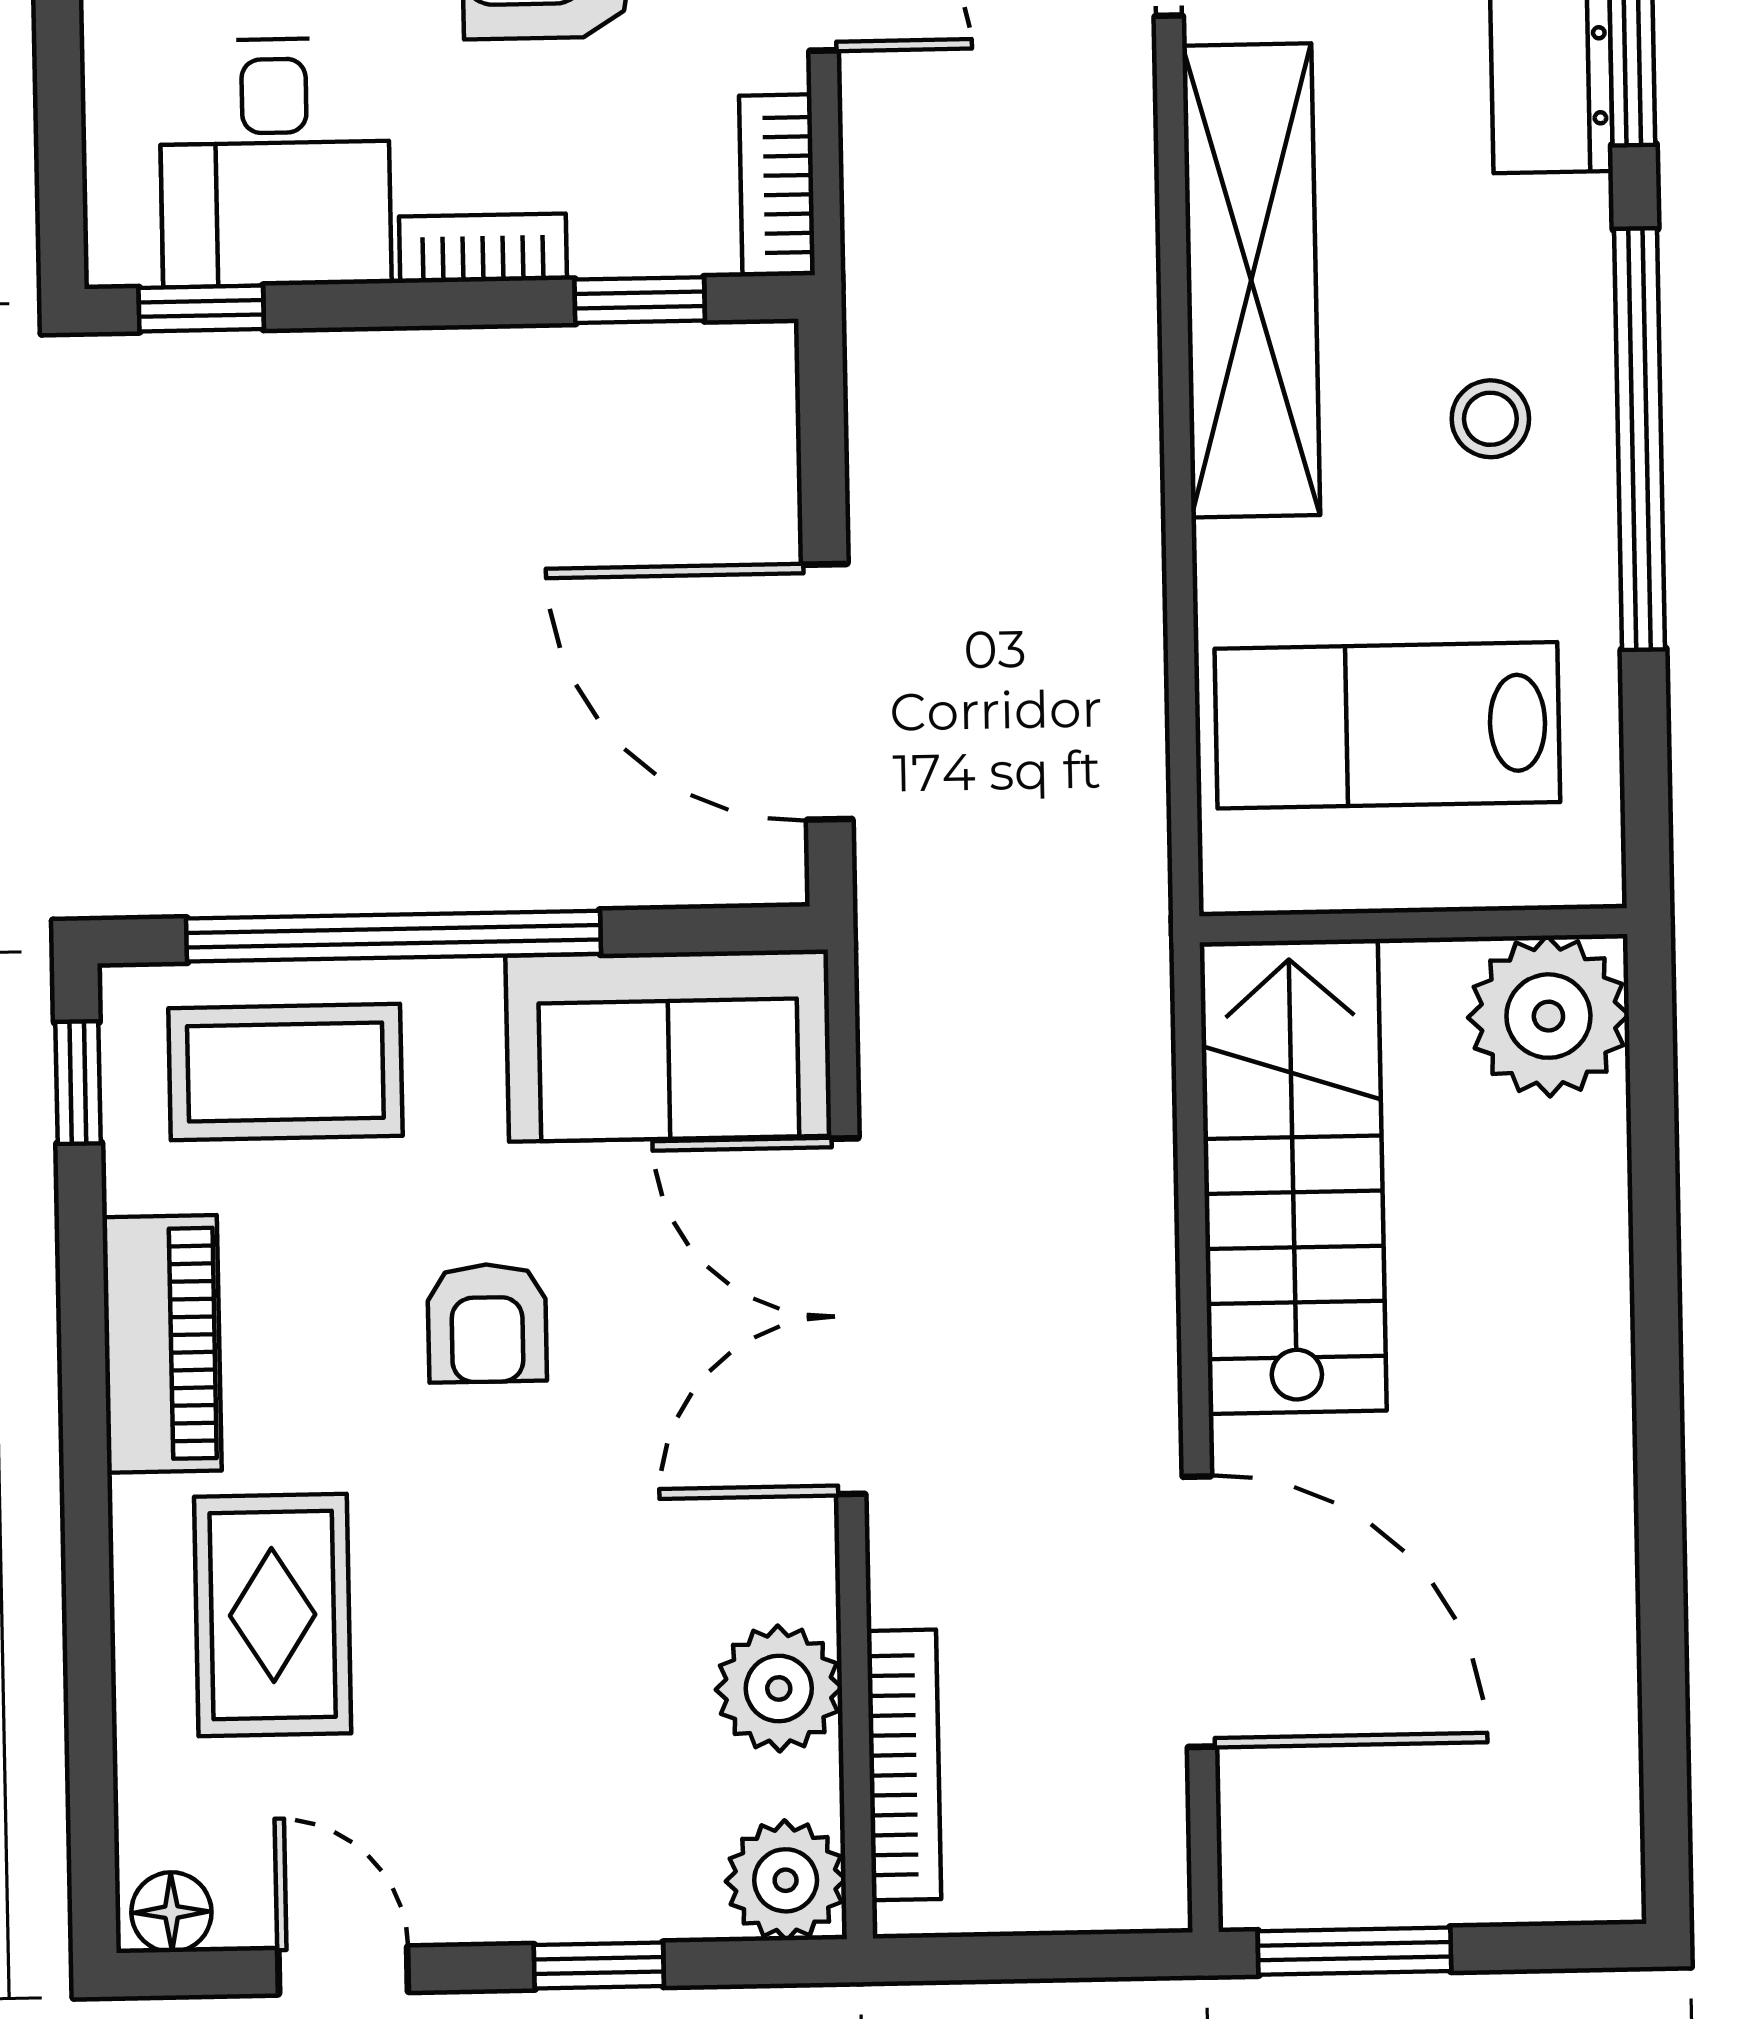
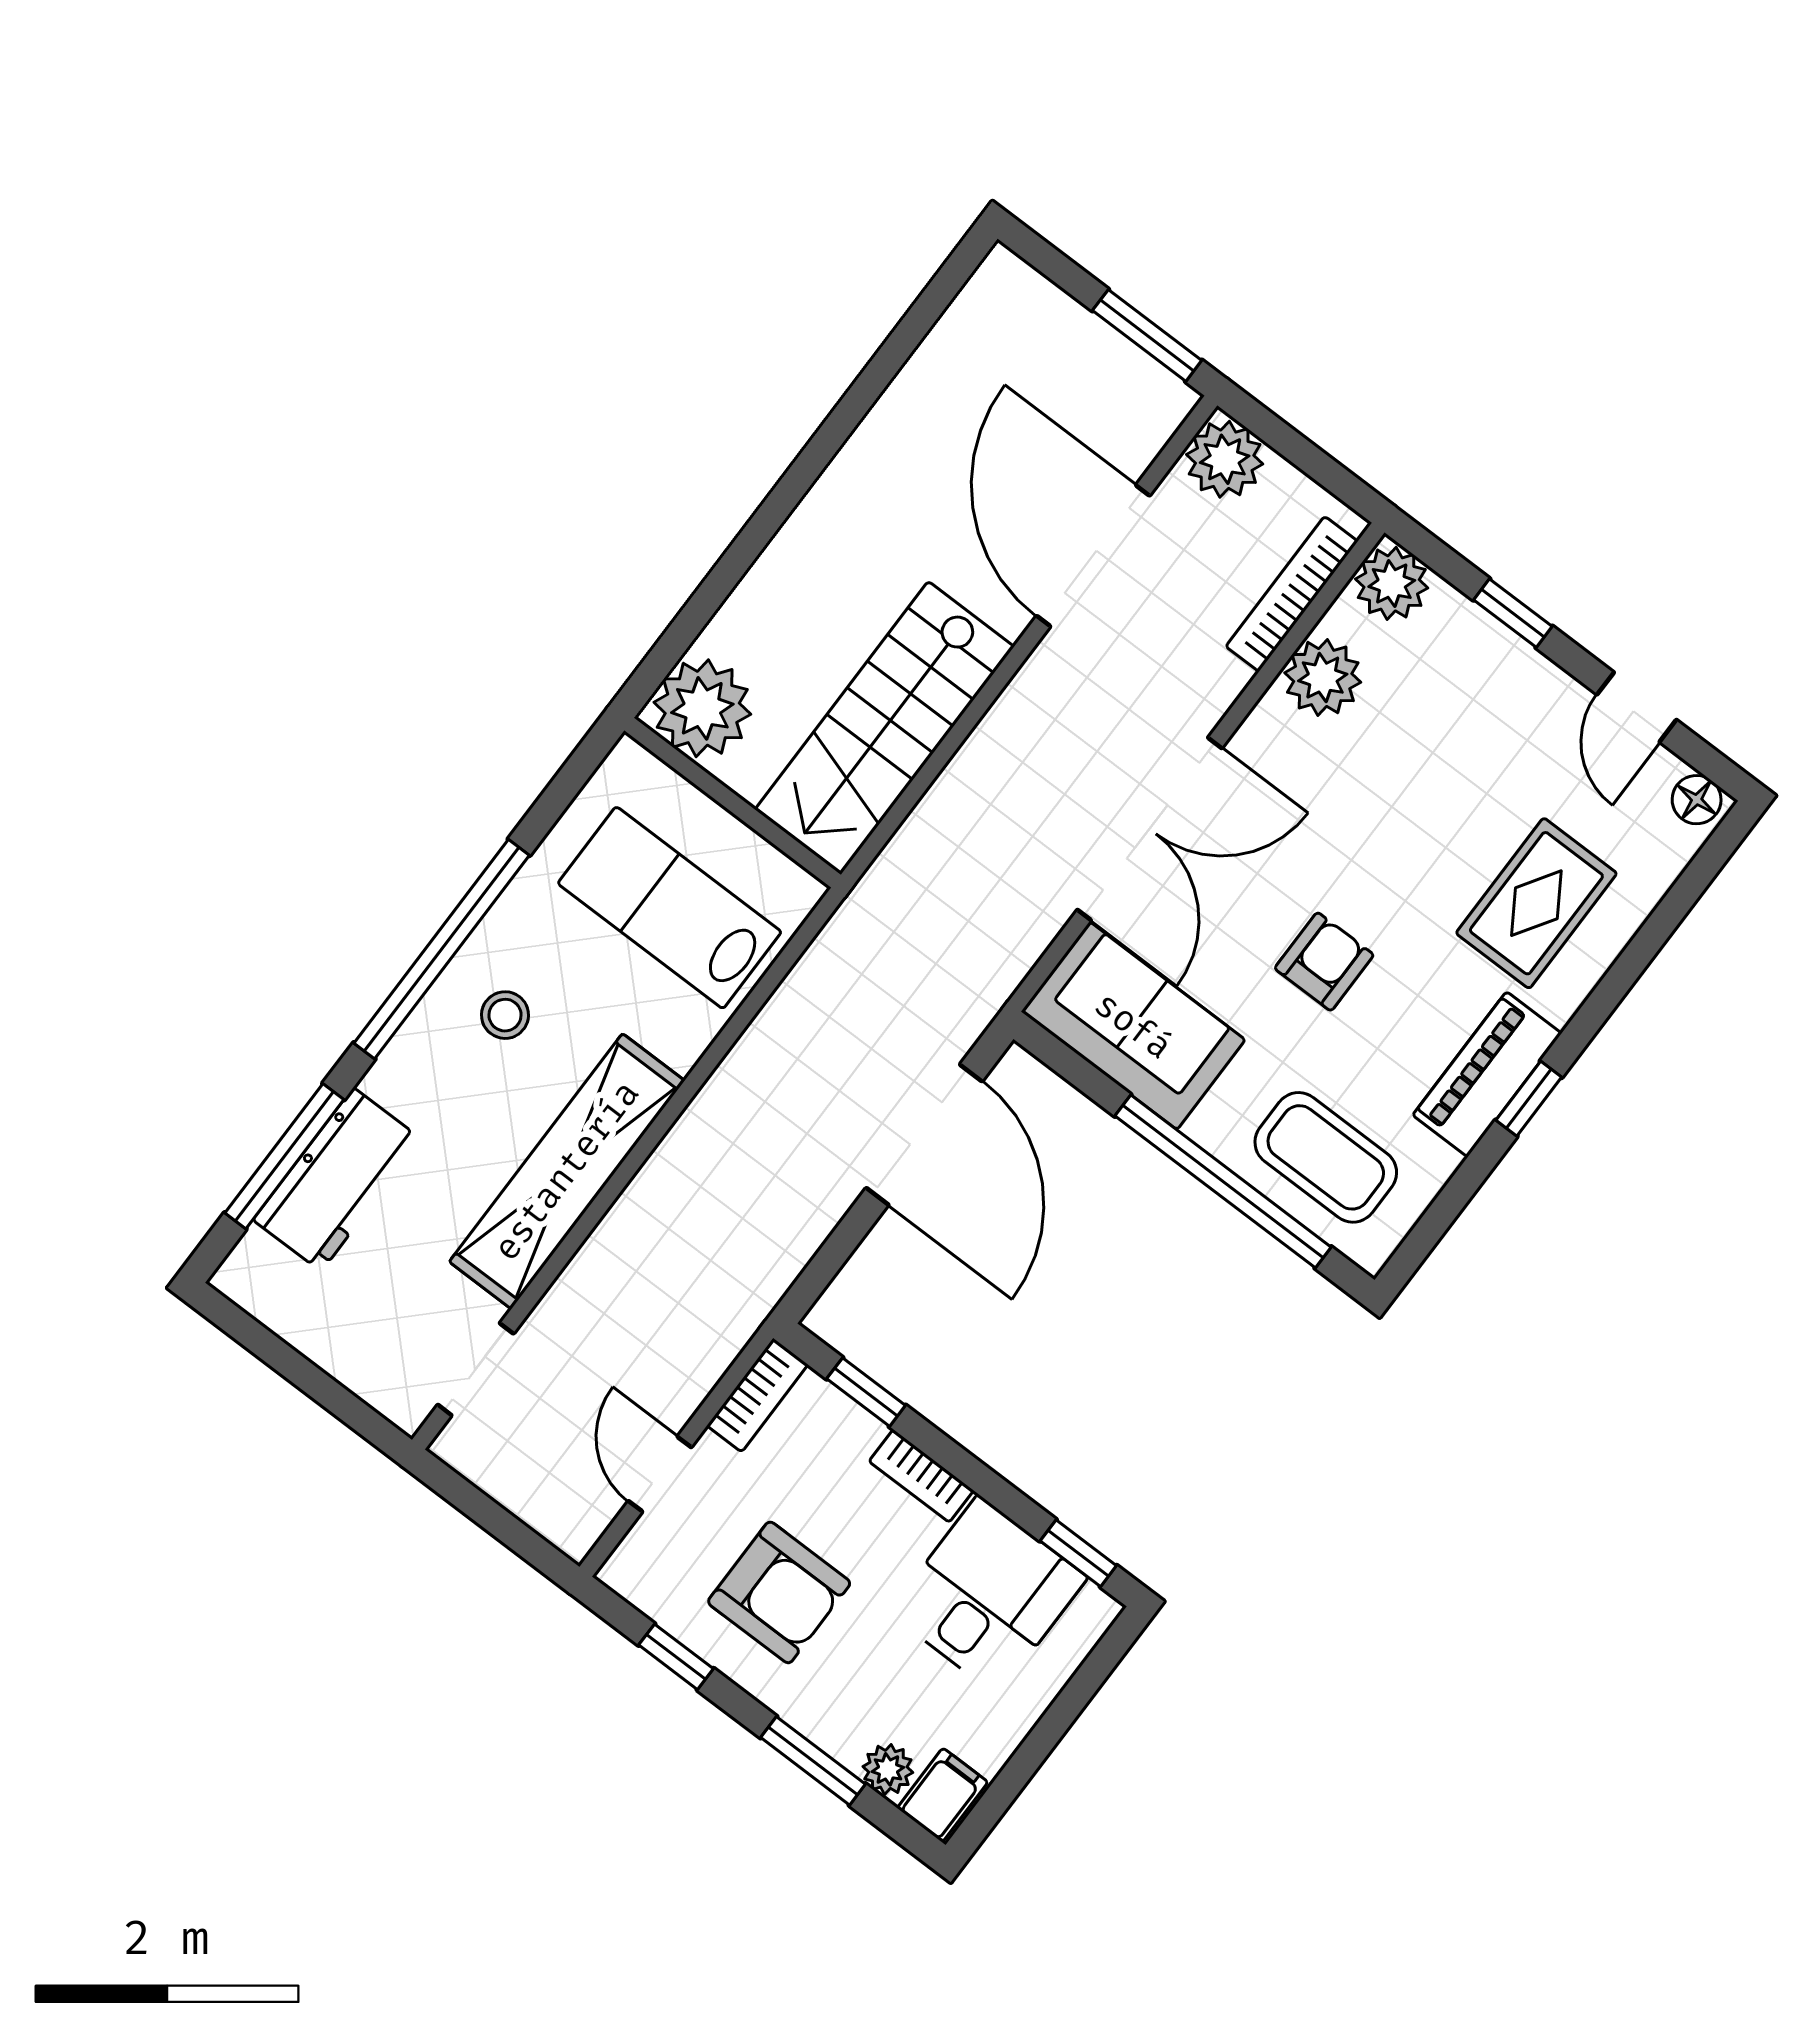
lab bench: (1387, 725) -> (670, 908), turned 180
window: (78, 1083) -> (1529, 1099), moved
plant: (1128, 1870) -> (1225, 459), added

